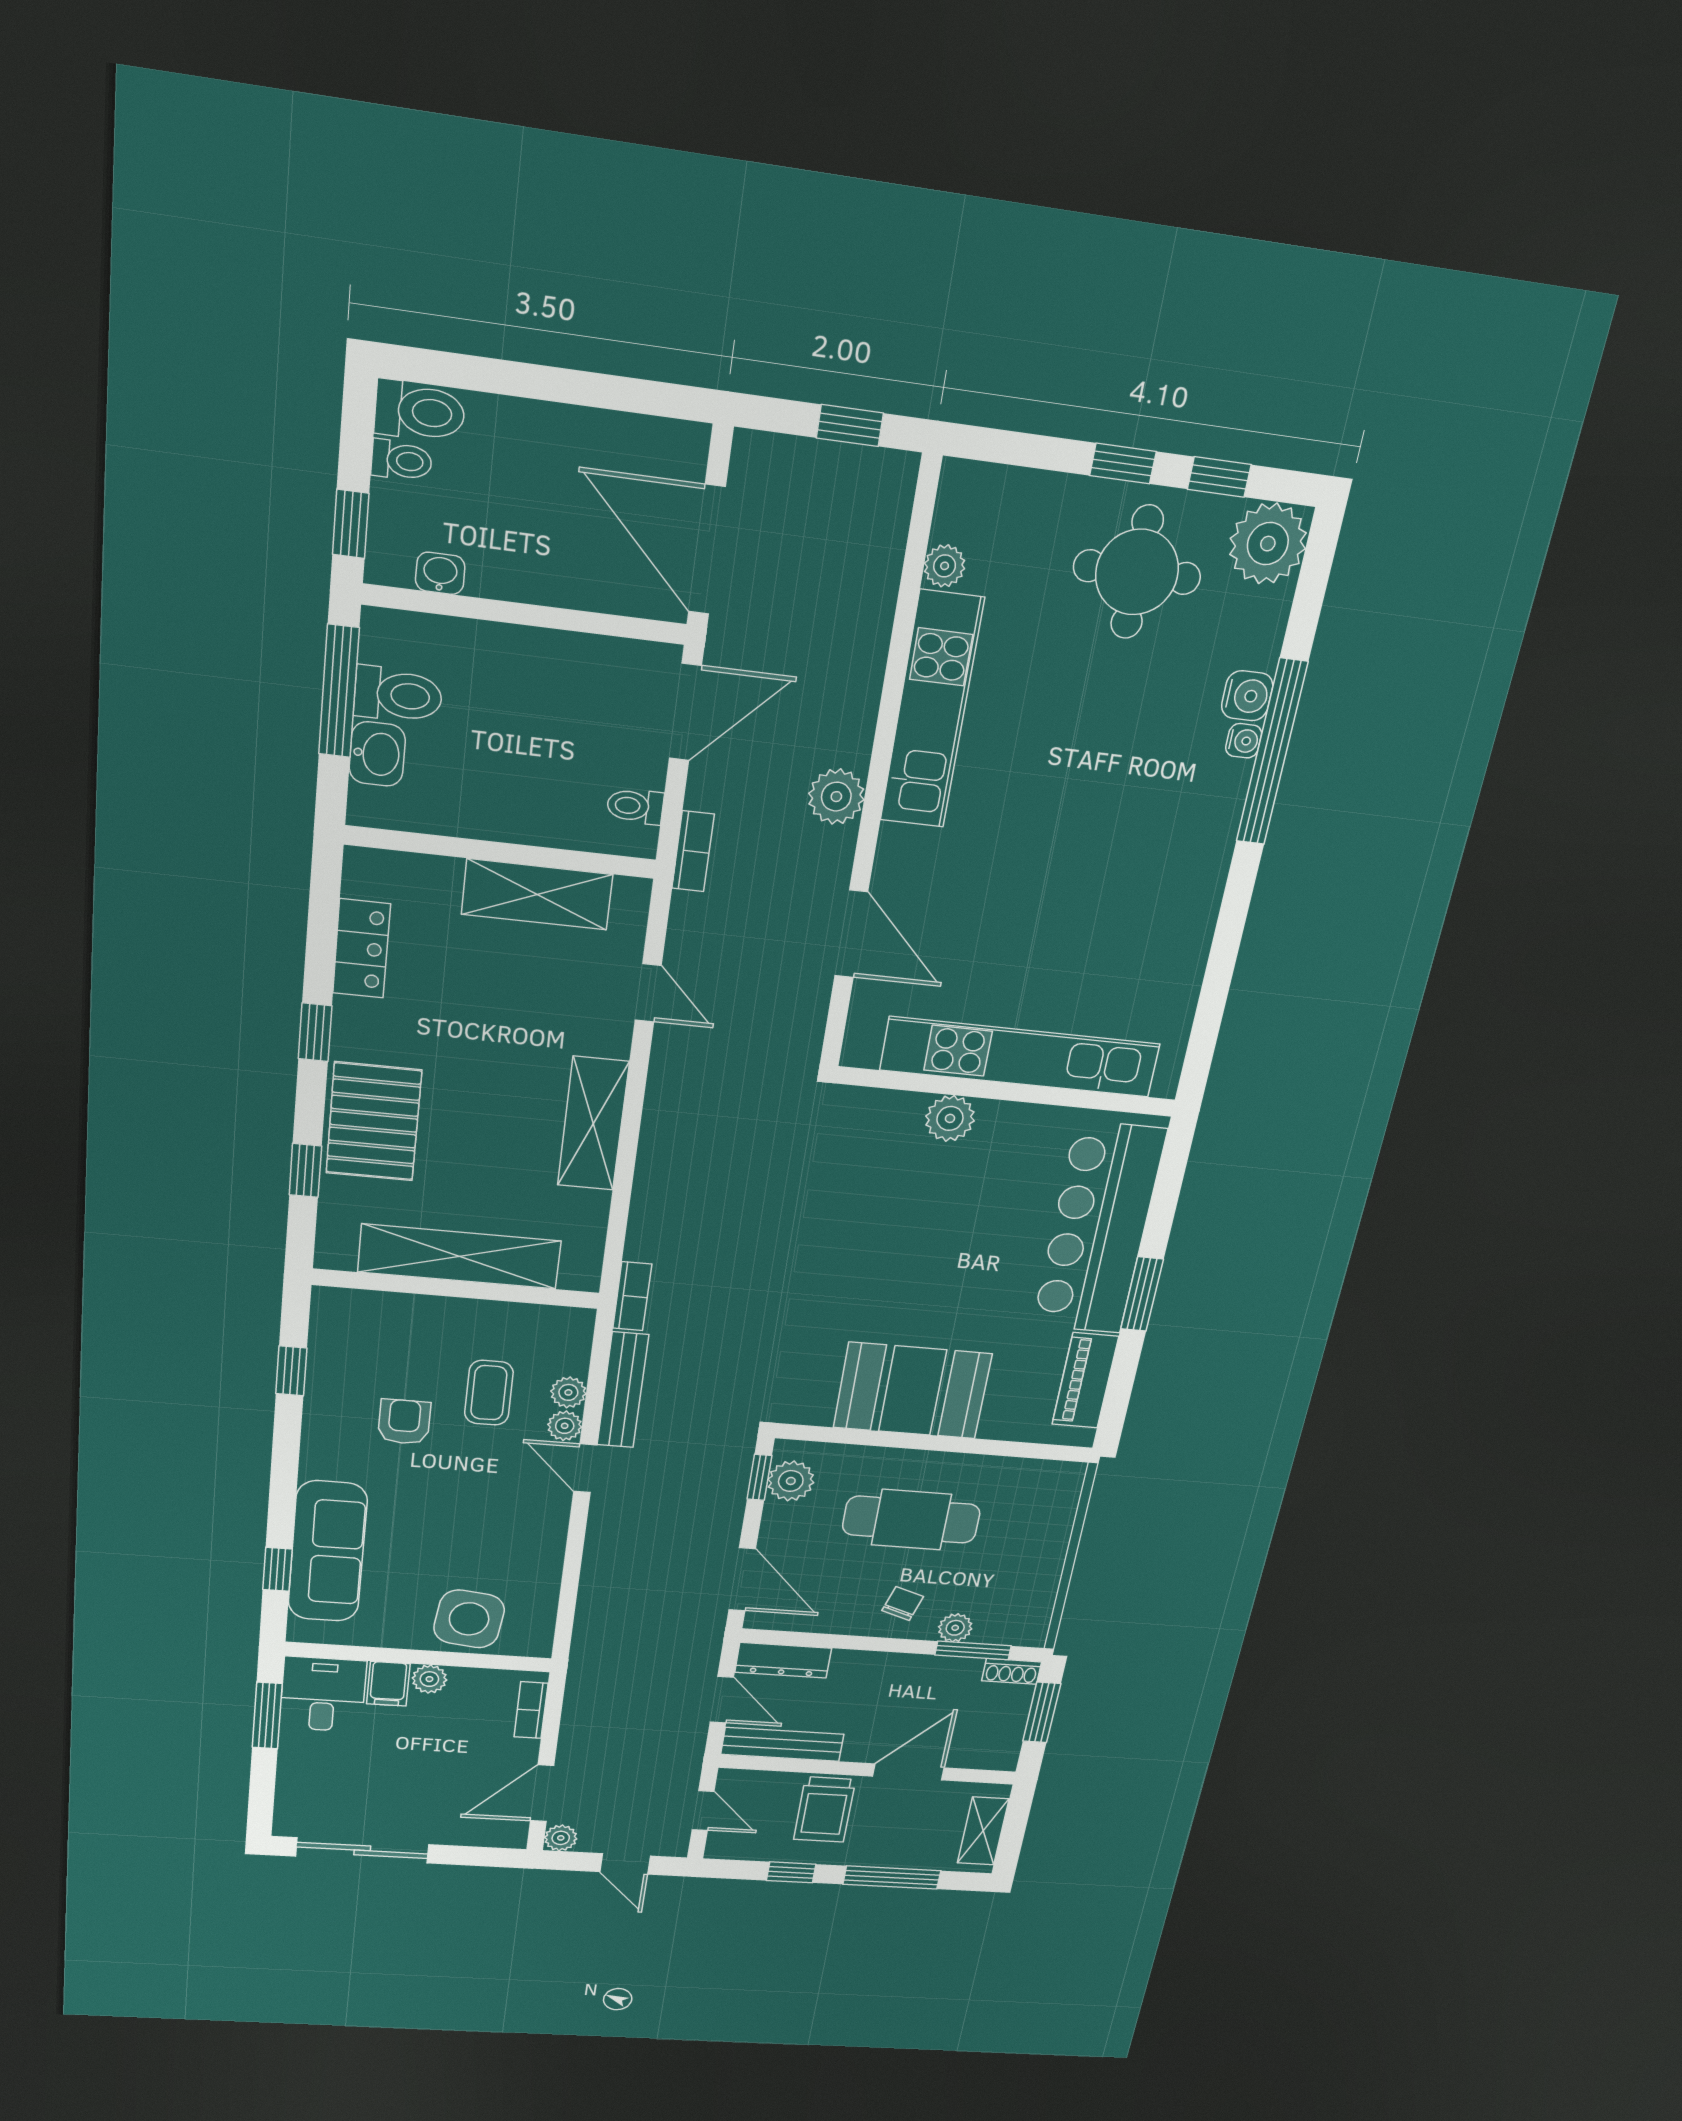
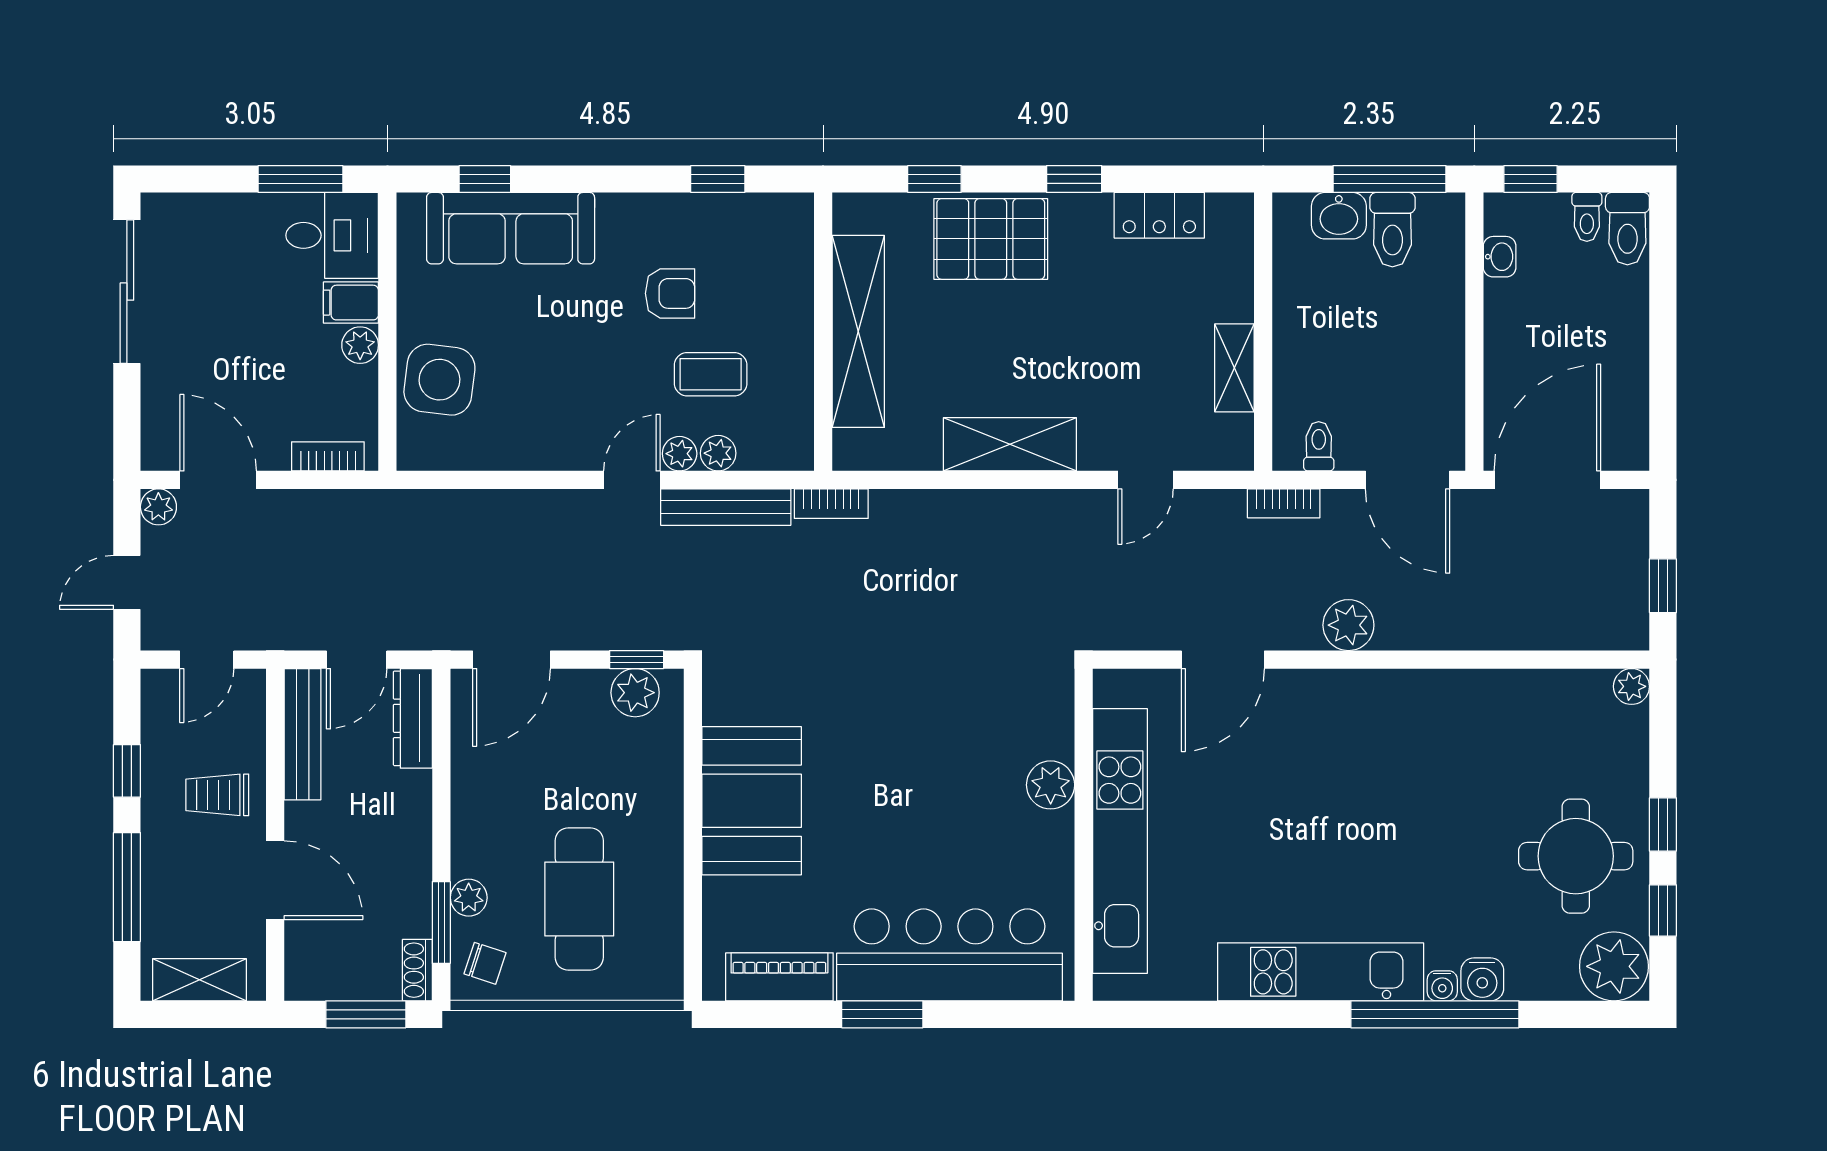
plant: (945, 566) -> (1631, 686), moved
kitchen unit: (932, 710) -> (1321, 972), moved, turned 180
shelving: (537, 894) -> (1234, 368), width x0.67, depth x0.75
cafe table: (911, 1520) -> (579, 899), moved
chair: (903, 1604) -> (485, 963), moved
trolley: (825, 1810) -> (217, 795), width x0.73, depth x0.72

